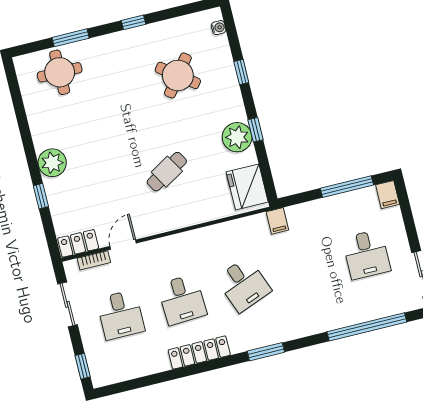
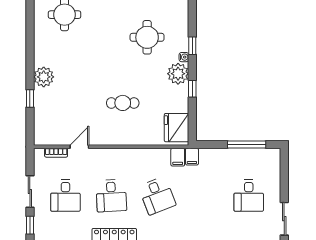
water cooler: (219, 28) -> (184, 57), moved
round table: (178, 75) -> (147, 37), turned -37
plant: (237, 137) -> (178, 74), moved
cafe table: (167, 172) -> (123, 103), turned 31
filing cabinet: (388, 195) -> (178, 157), moved
locker: (78, 243) -> (48, 138), removed
sliding door: (67, 304) -> (30, 191), moved

